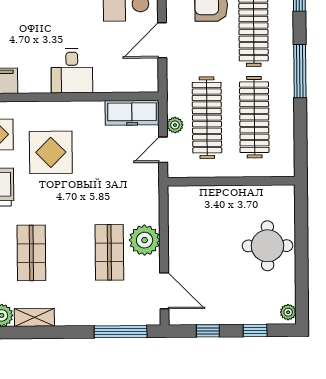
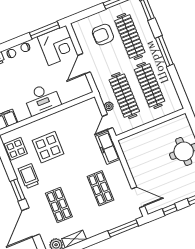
desk: (72, 71) -> (42, 99), width x1.37
freezer: (132, 113) -> (108, 148), moved, turned 90
plant: (145, 240) -> (117, 174), removed

